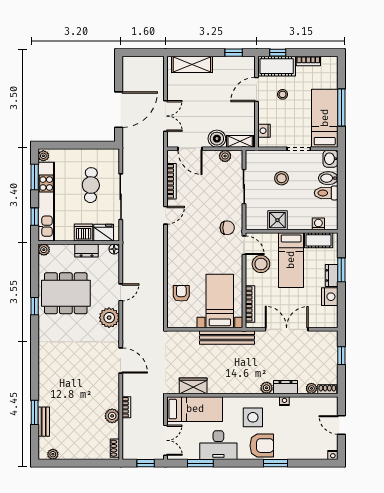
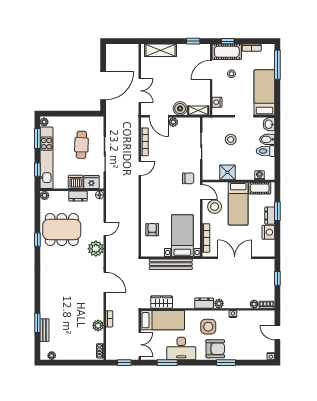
window: (341, 107) -> (277, 65), moved
plant: (225, 156) -> (173, 122), moved
bench: (227, 338) -> (171, 264), moved
dresser: (285, 387) -> (204, 303), moved

